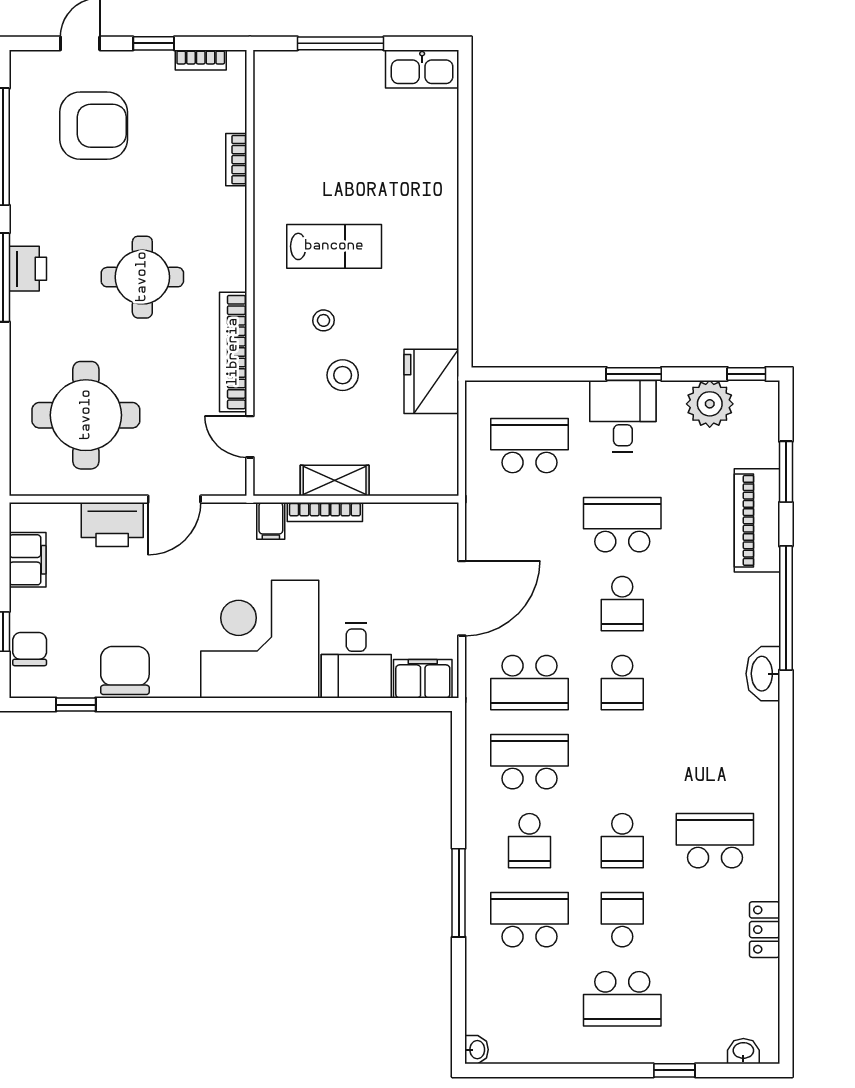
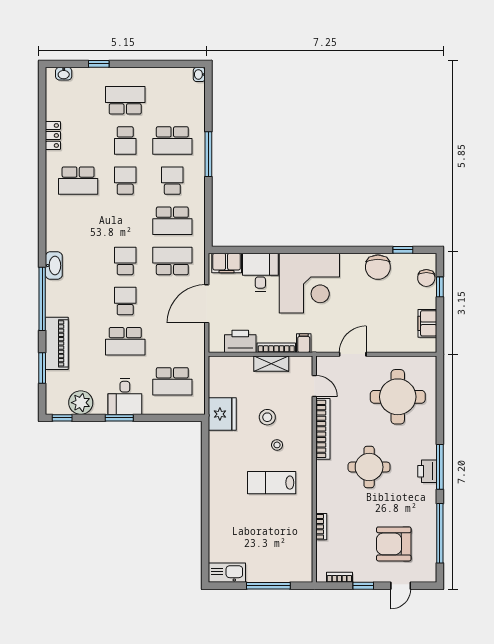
printer: (112, 524) -> (240, 341), moved

